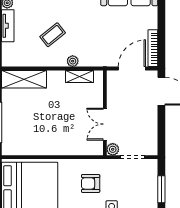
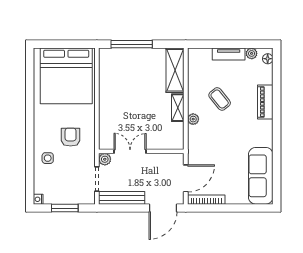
door: (132, 69) -> (186, 178), hinge flipped
shelving: (80, 77) -> (178, 108), moved
bench: (151, 133) -> (122, 198), added

